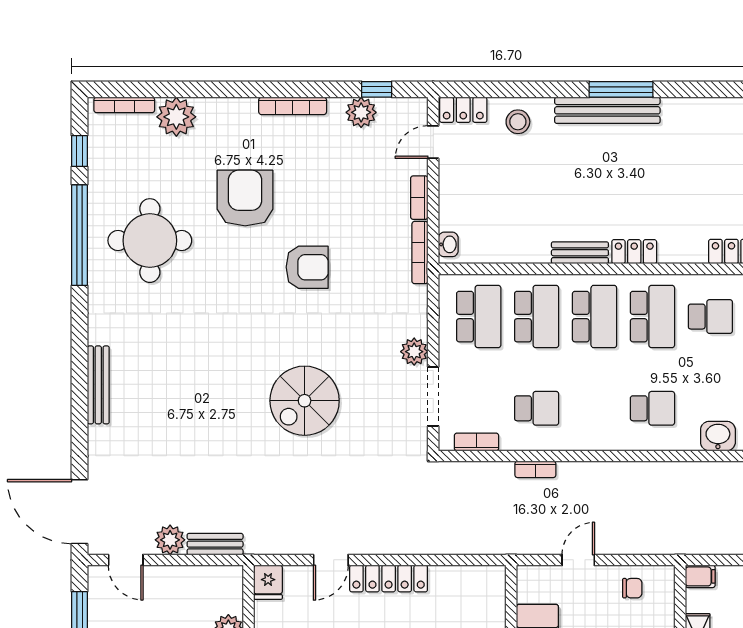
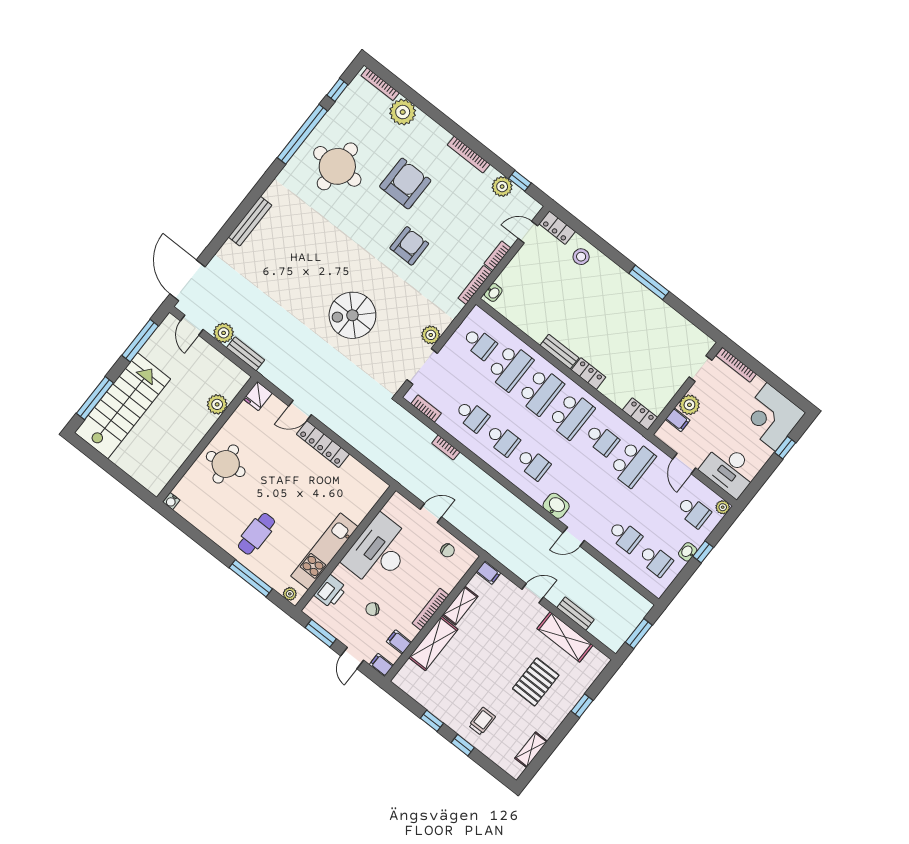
bench: (607, 110) -> (633, 288), removed
armchair: (307, 267) -> (409, 246), turned -90
school desk: (479, 317) -> (479, 343), width x0.54
school desk: (595, 408) -> (502, 440), added

